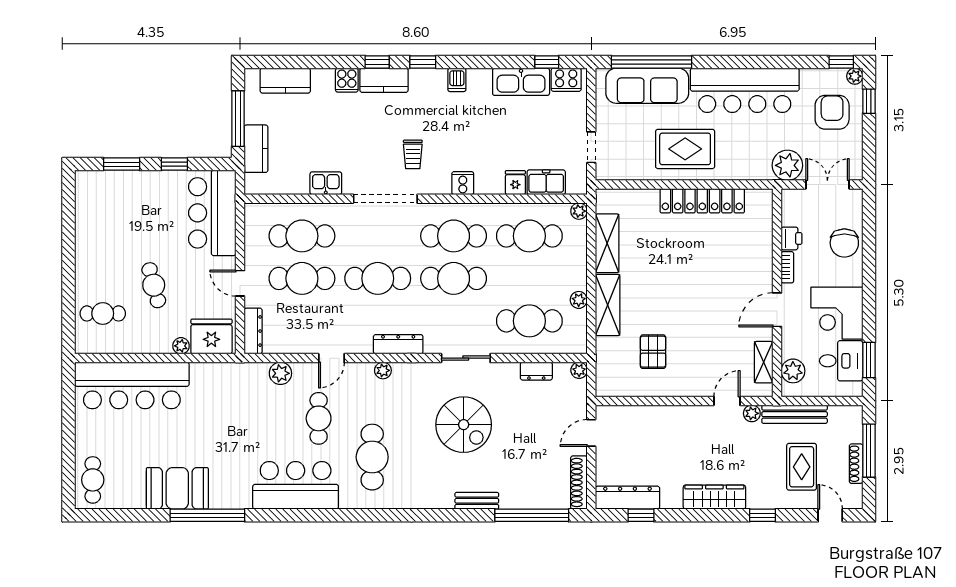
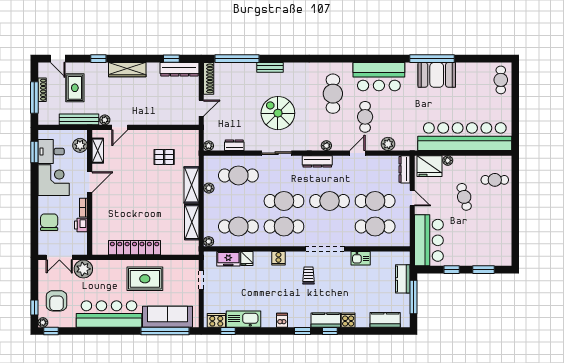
pallet: (653, 352) -> (164, 157), turned 90
bar counter: (132, 385) -> (465, 137), width x1.36
booth: (177, 488) -> (437, 75), moved

